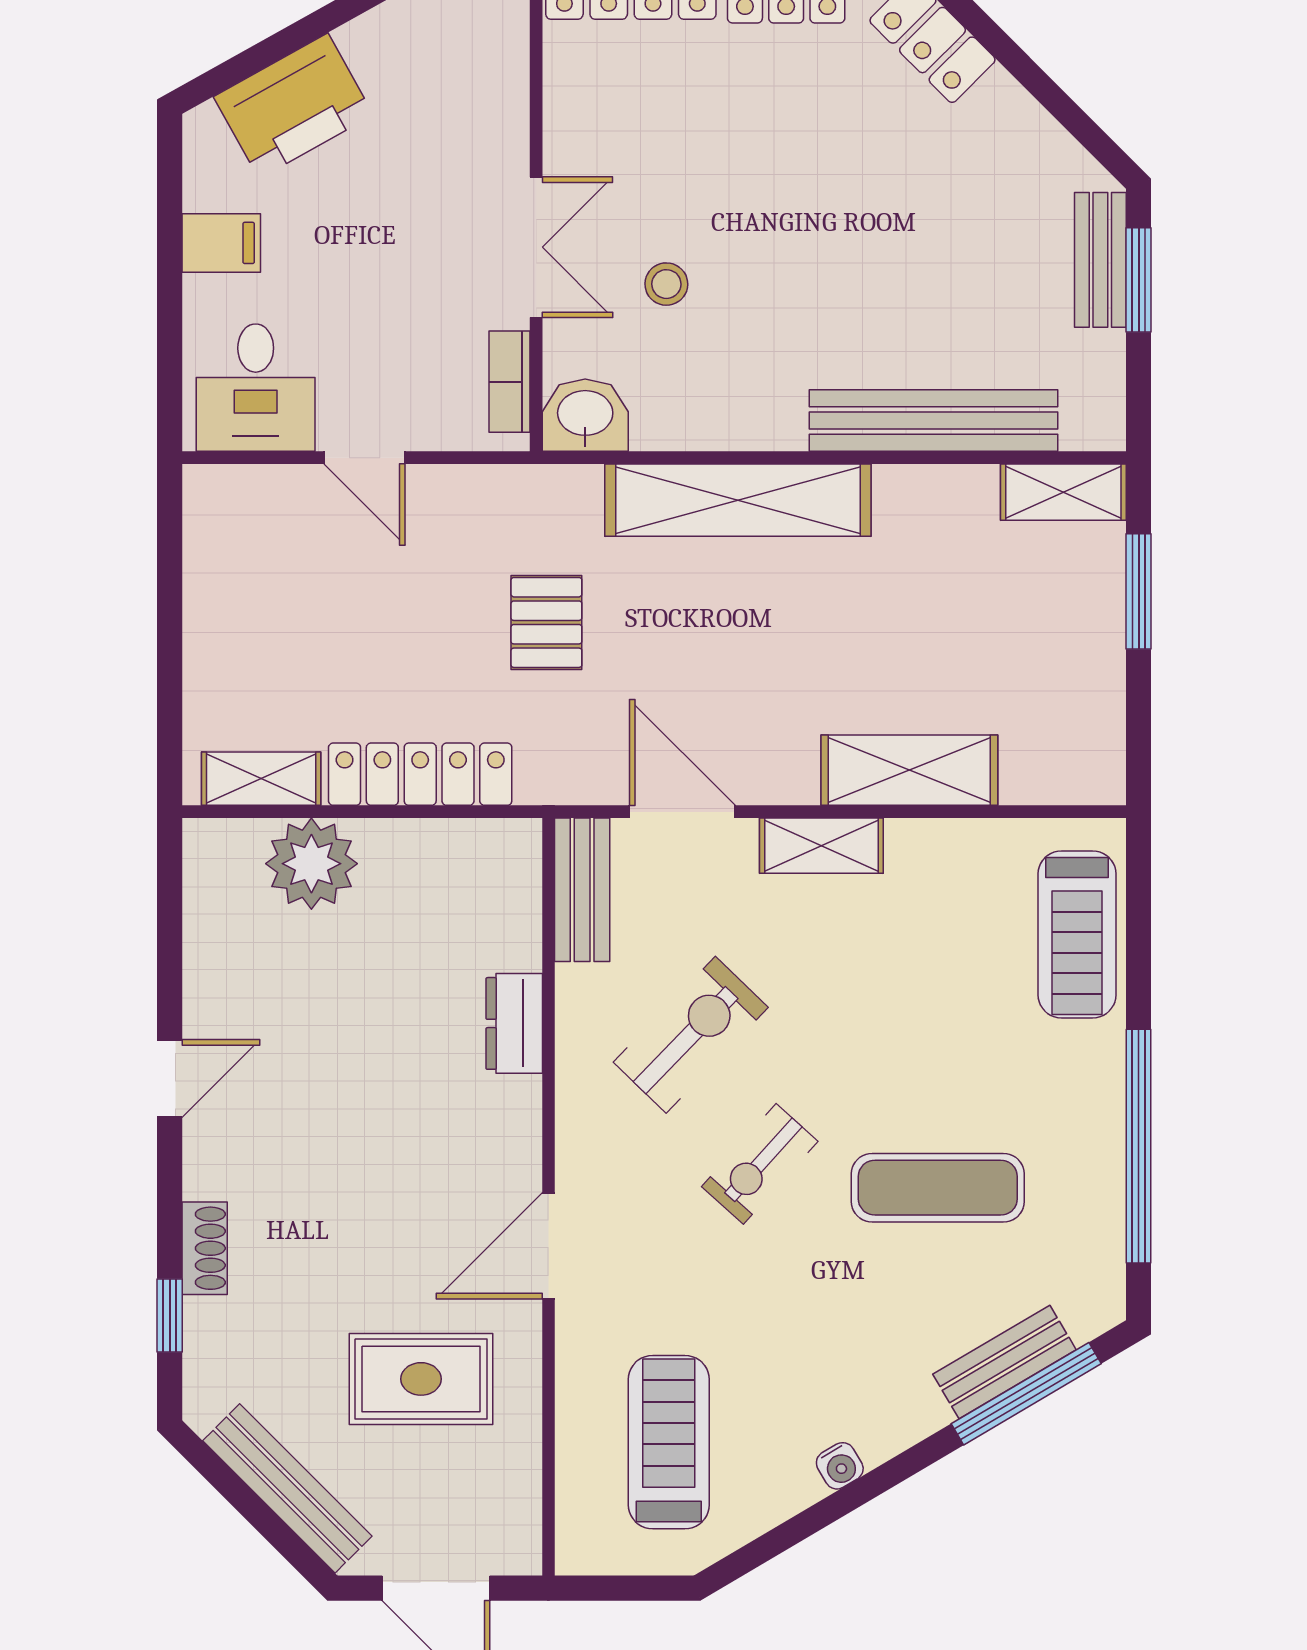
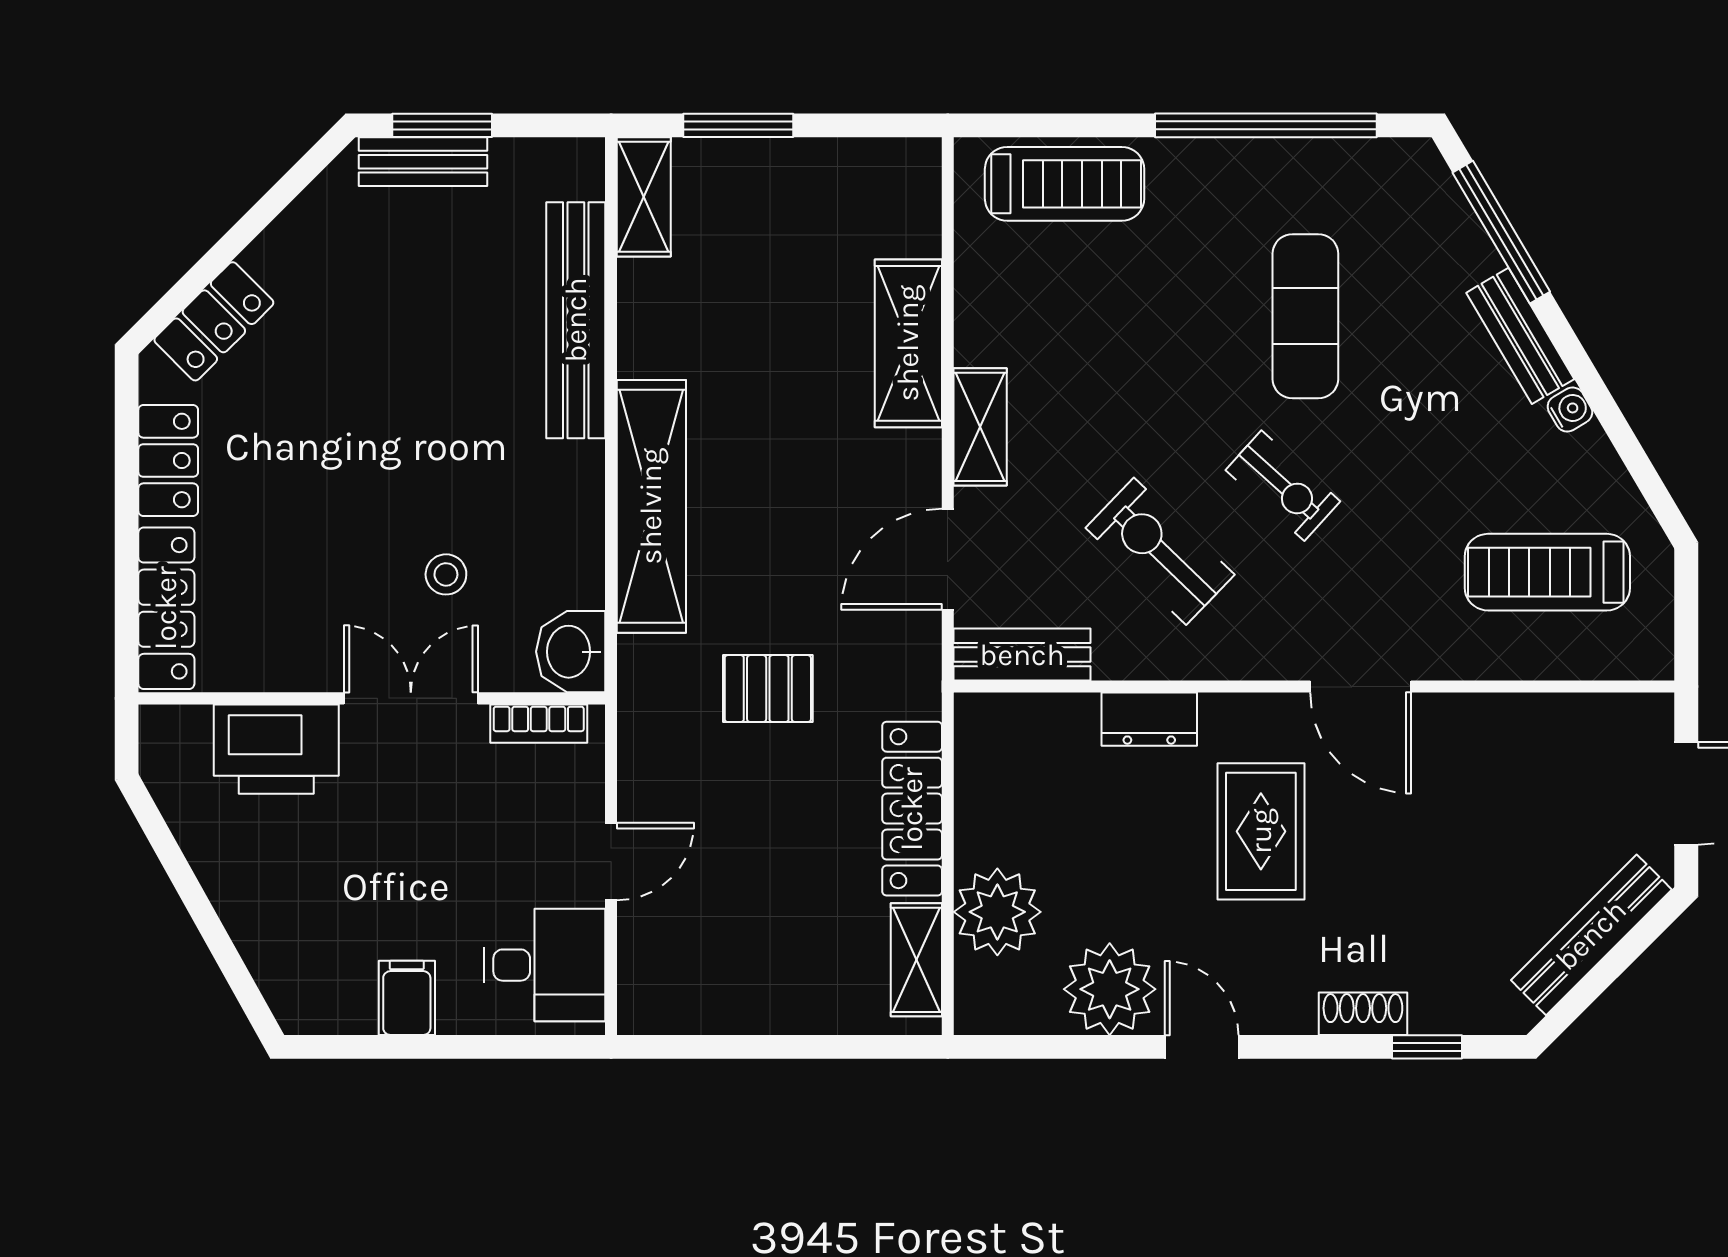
printer: (293, 106) -> (276, 749), moved, turned 119
plant: (230, 982) -> (1110, 989), added
bench: (1004, 1362) -> (1520, 336), moved
rug: (421, 1379) -> (1261, 831), moved

